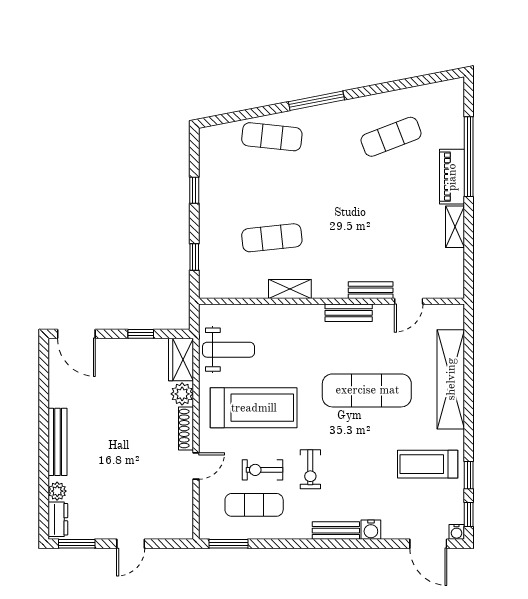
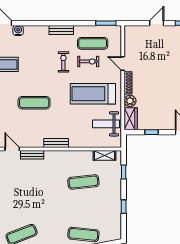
shelving: (290, 289) -> (104, 155), moved
door: (409, 301) -> (12, 149), hinge flipped
bench: (349, 313) -> (56, 143), moved
exercise mat: (367, 390) -> (34, 103), width x0.73, depth x0.69
door: (196, 466) -> (123, 63), hinge flipped
water cooler: (371, 530) -> (18, 30), moved
bench: (336, 531) -> (61, 30), moved

